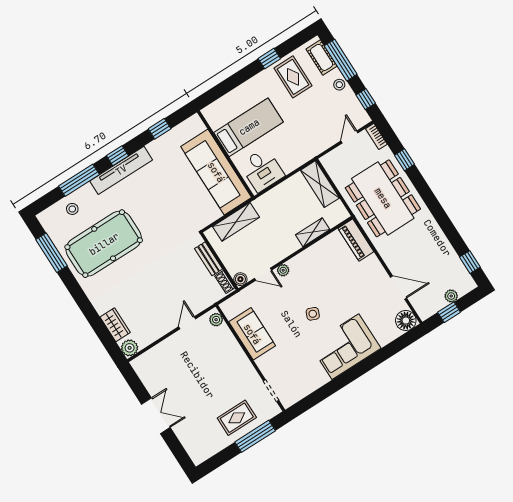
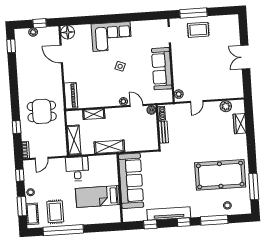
window: (269, 59) -> (63, 230), width x3.17
window: (341, 60) -> (22, 206), width x0.69
tv unit: (121, 170) -> (169, 213), moved
desk: (262, 170) -> (77, 169), moved
dining table: (383, 198) -> (42, 111), width x0.53, depth x0.80
shelving: (236, 222) -> (109, 147), moved
sofa: (252, 334) -> (162, 69), width x1.36
plant: (130, 348) -> (226, 106), moved

